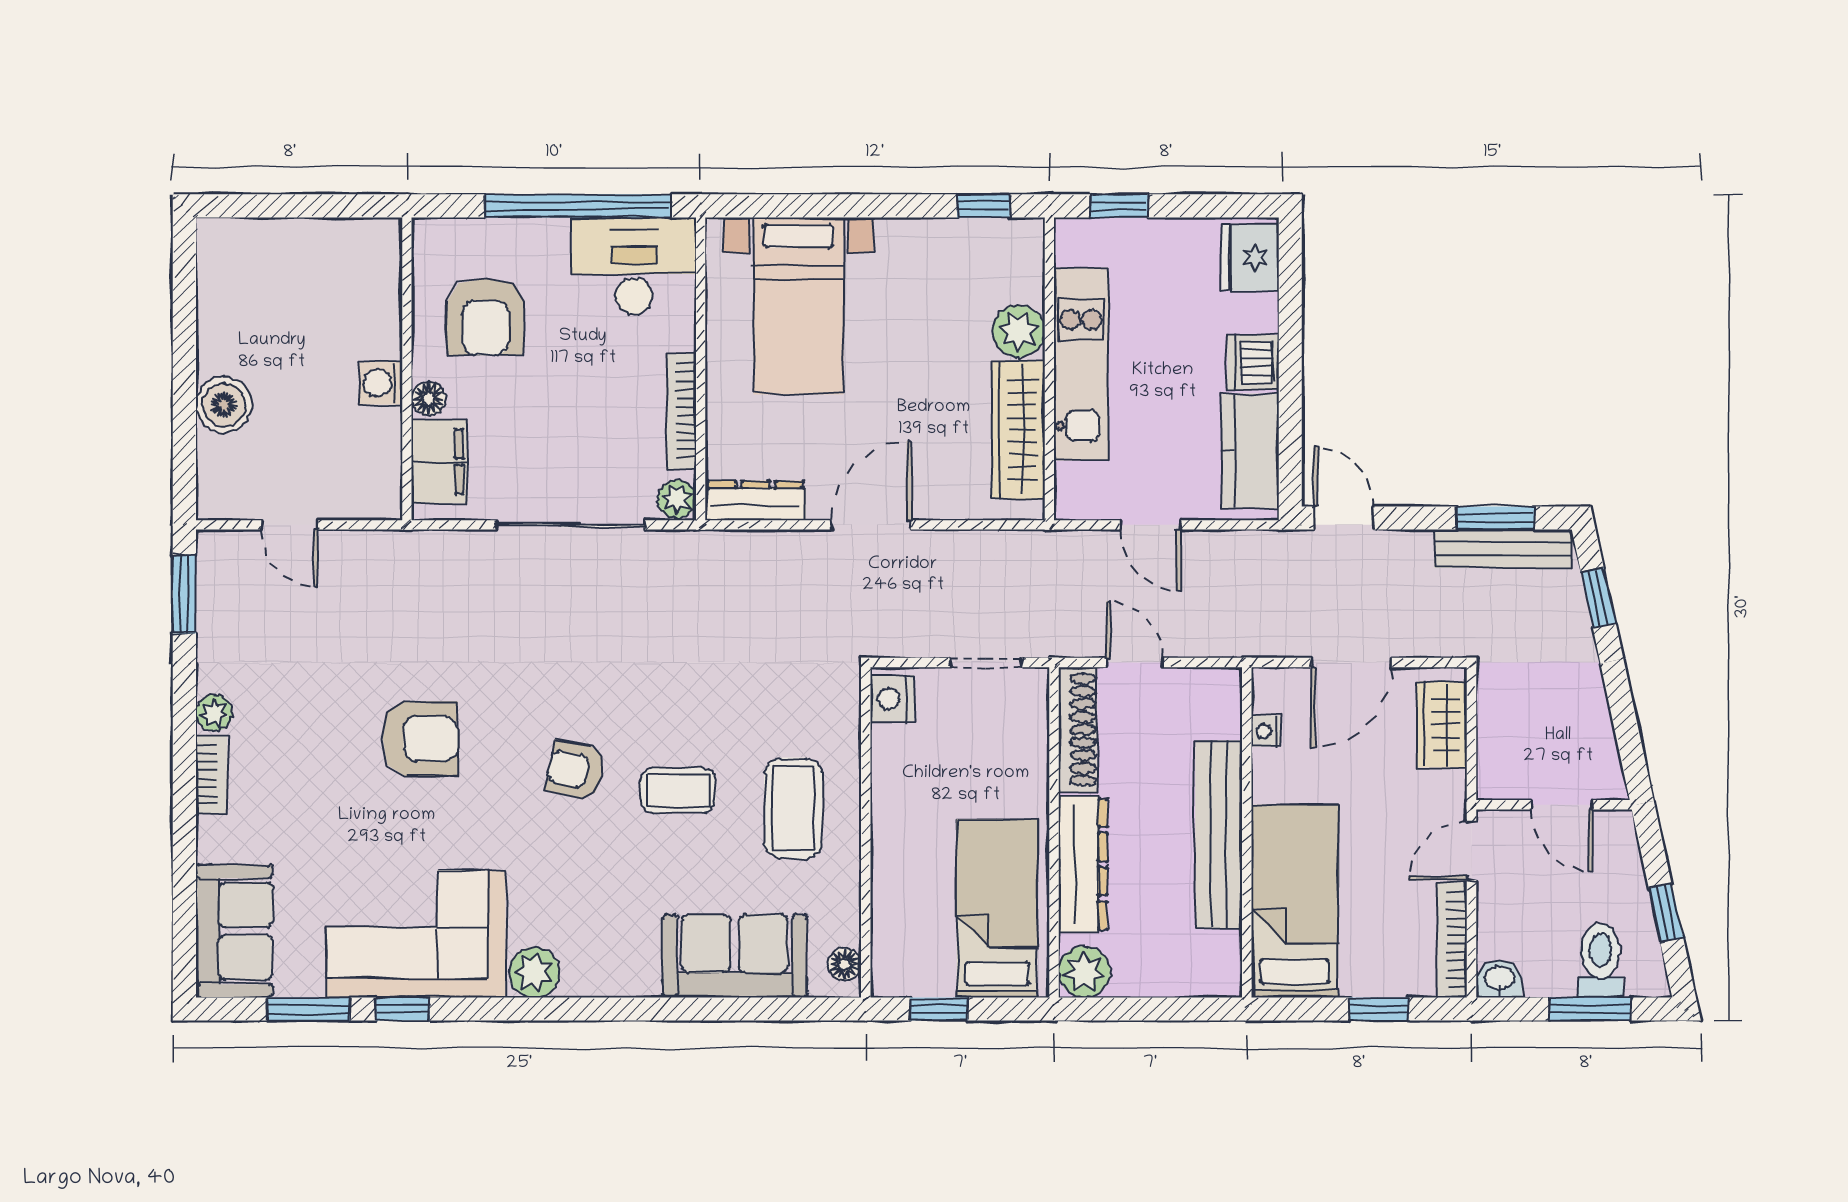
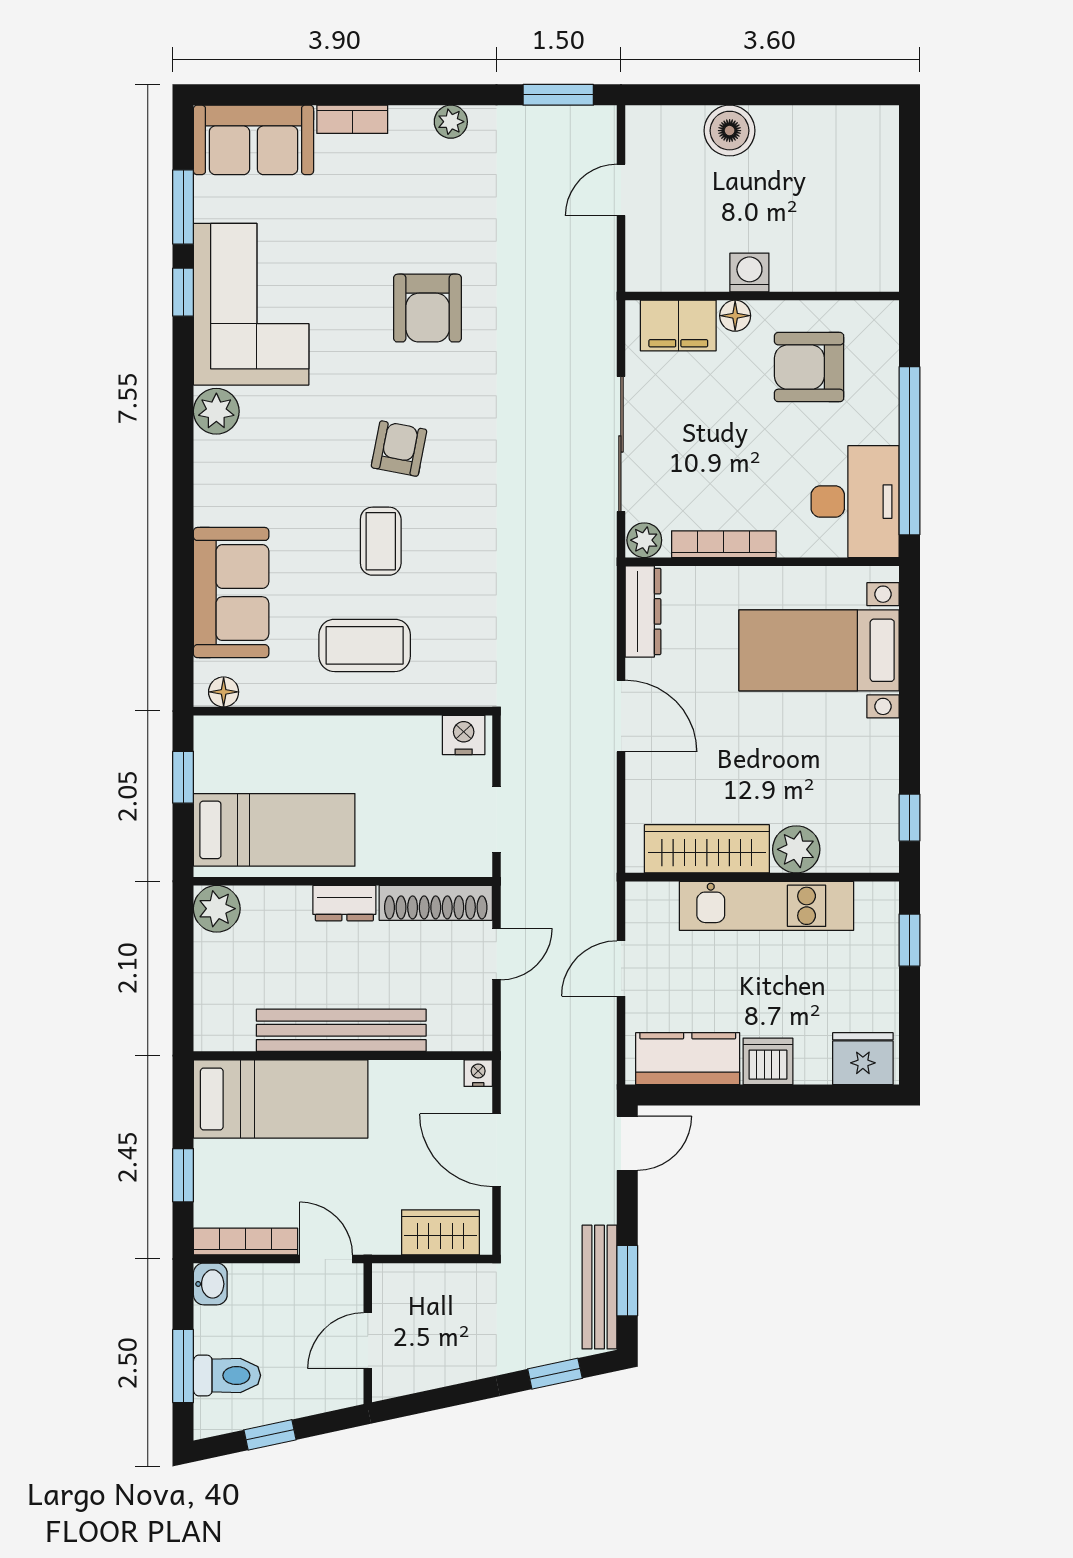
nightstand: (1266, 731) -> (478, 1073), moved
bookcase: (211, 774) -> (352, 119), moved
dresser: (1083, 864) -> (344, 903), width x0.51, depth x0.80

